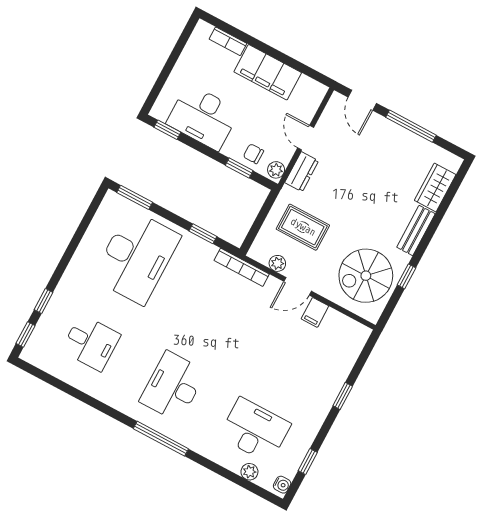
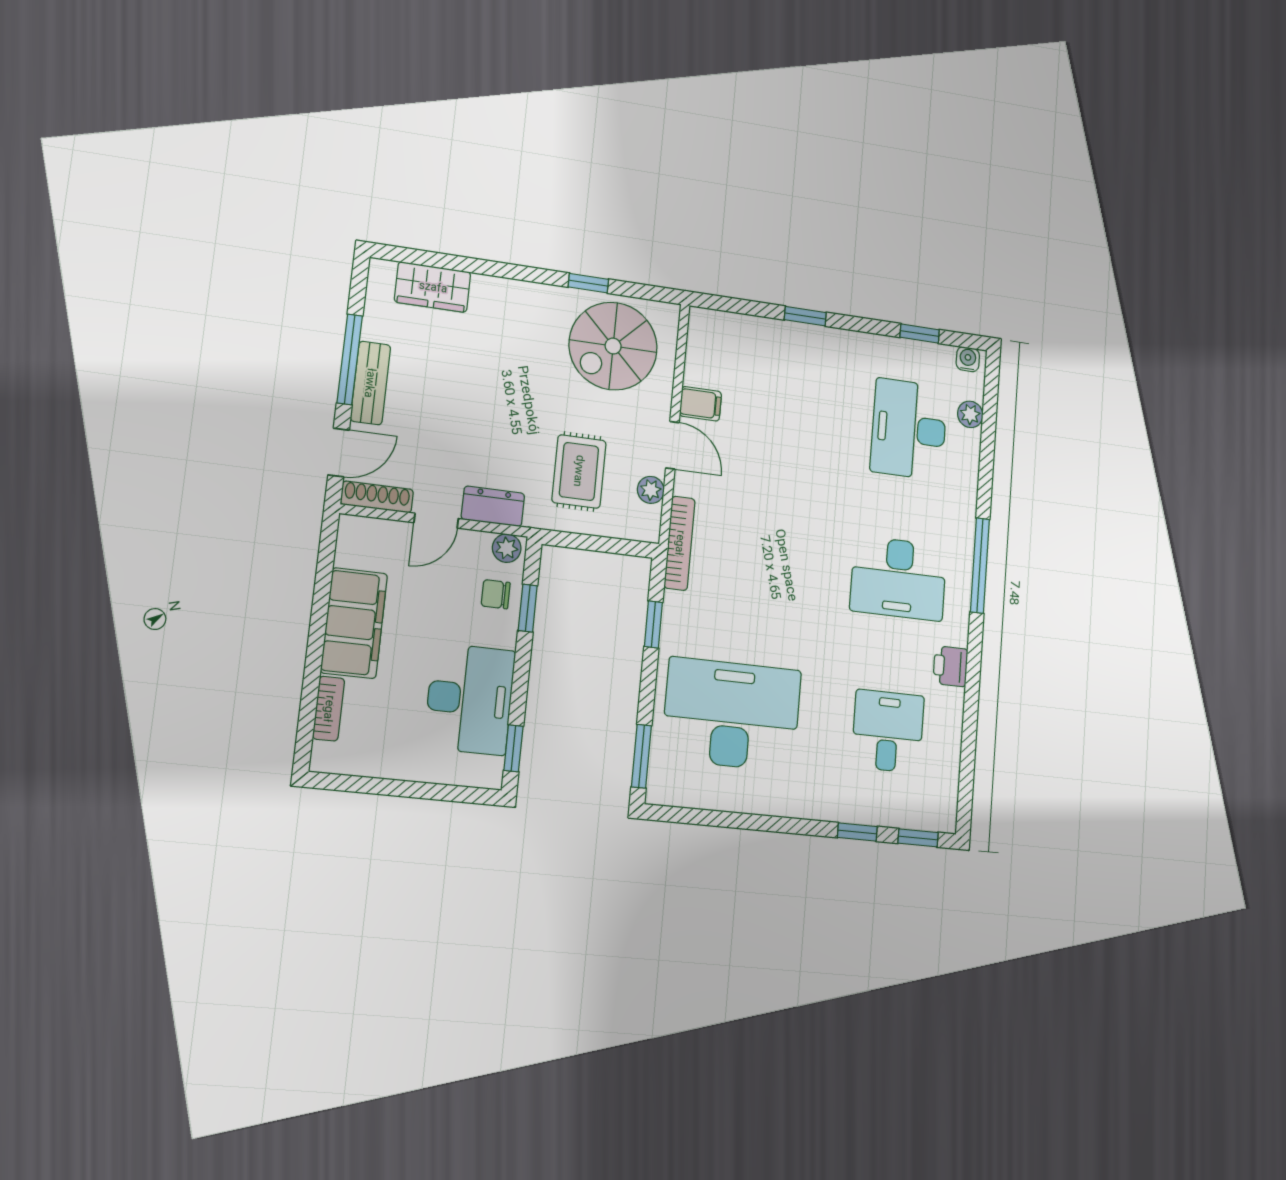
shoe rack: (331, 111) -> (377, 497), added
chair: (253, 154) -> (496, 594), turned 90
bench: (416, 230) -> (370, 383), moved, turned 90
spiral stairs: (366, 276) -> (613, 346), turned 90
printer: (112, 396) -> (950, 666), added

